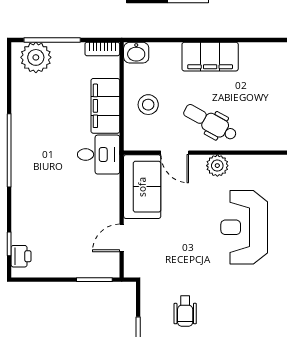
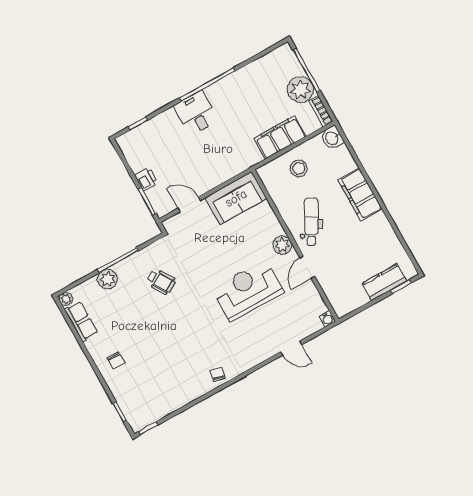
plant: (36, 57) -> (300, 90), moved
door: (175, 153) -> (307, 267), moved
desk: (99, 155) -> (196, 113), moved, turned 180
printer: (21, 256) -> (146, 179), moved, turned -90
wheelchair: (185, 311) -> (161, 282), turned -122

